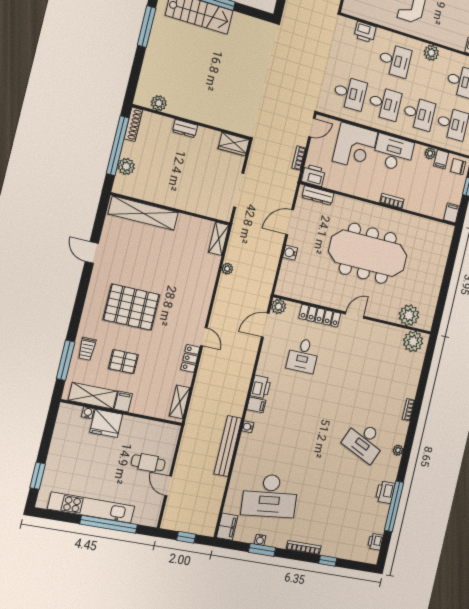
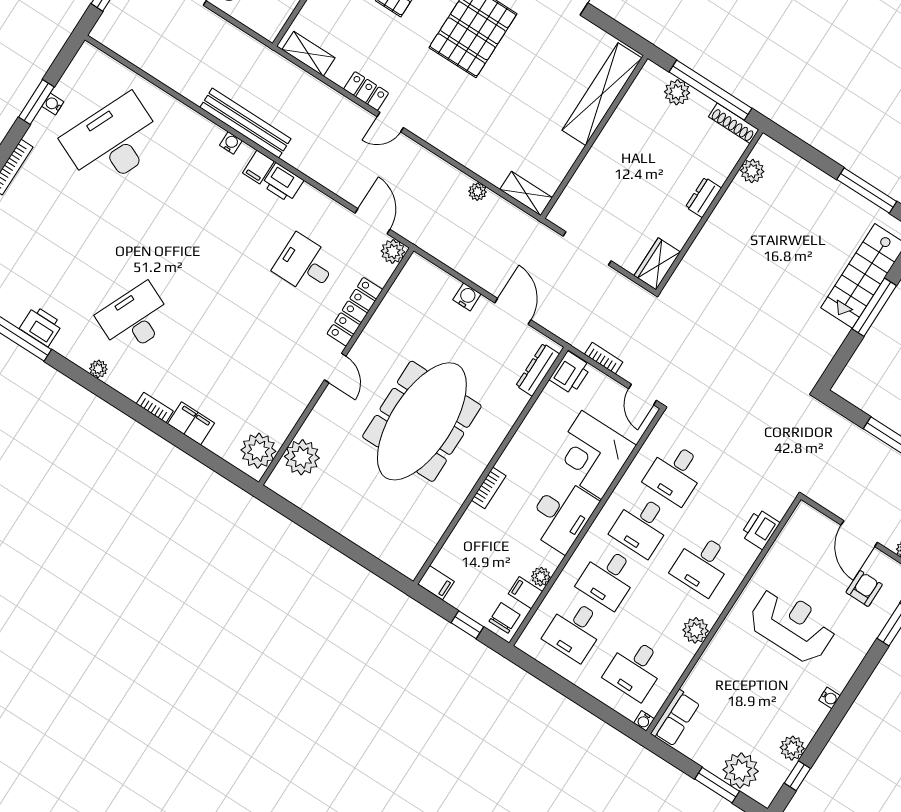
bench: (228, 446) -> (245, 123), moved
desk: (270, 496) -> (113, 142), turned 30
filing cabinet: (227, 527) -> (191, 423), moved, turned 180

